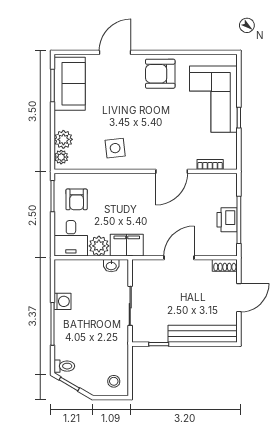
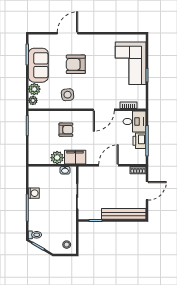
armchair: (160, 74) -> (76, 64), moved
sofa: (70, 84) -> (38, 65), moved
armchair: (77, 199) -> (66, 130), moved, turned -90
desk: (71, 238) -> (135, 121), moved, turned -90

